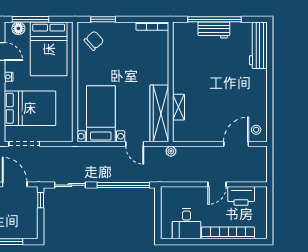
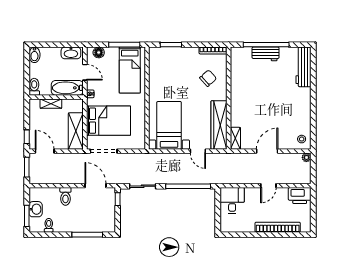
window: (31, 19) -> (124, 45), moved
chair: (94, 41) -> (208, 78), moved
bed: (49, 49) -> (130, 70), width x0.67
shelving: (179, 107) -> (235, 138), moved
door: (236, 144) -> (267, 151), moved
plant: (171, 151) -> (306, 157), moved
printer: (241, 196) -> (300, 196), moved
desk: (186, 224) -> (232, 200), moved, turned 180

